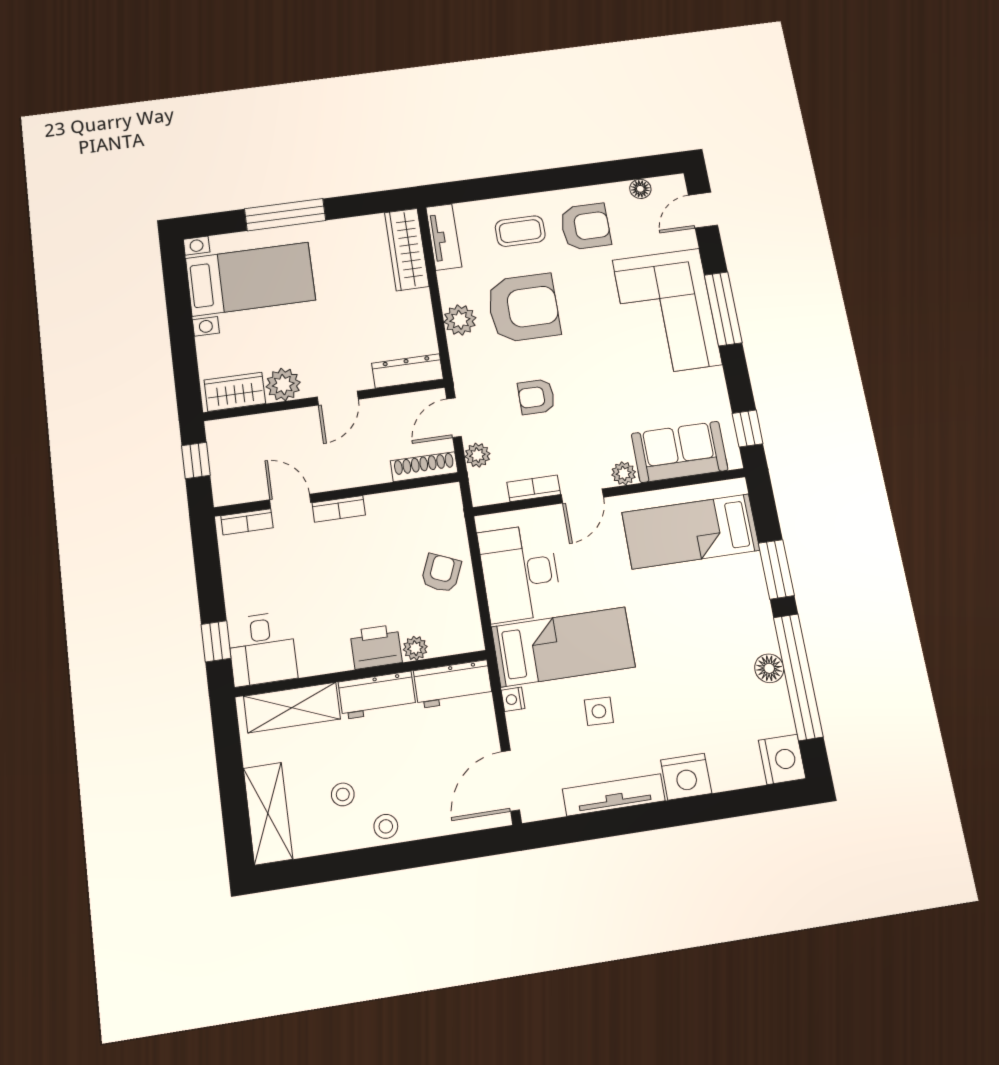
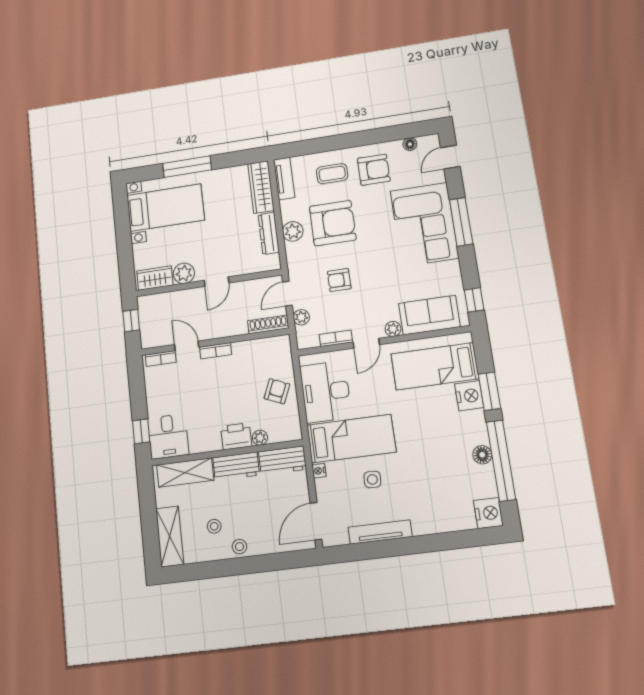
dresser: (407, 371) -> (269, 233), moved, turned -90
nightstand: (686, 777) -> (469, 396), moved, turned -90

